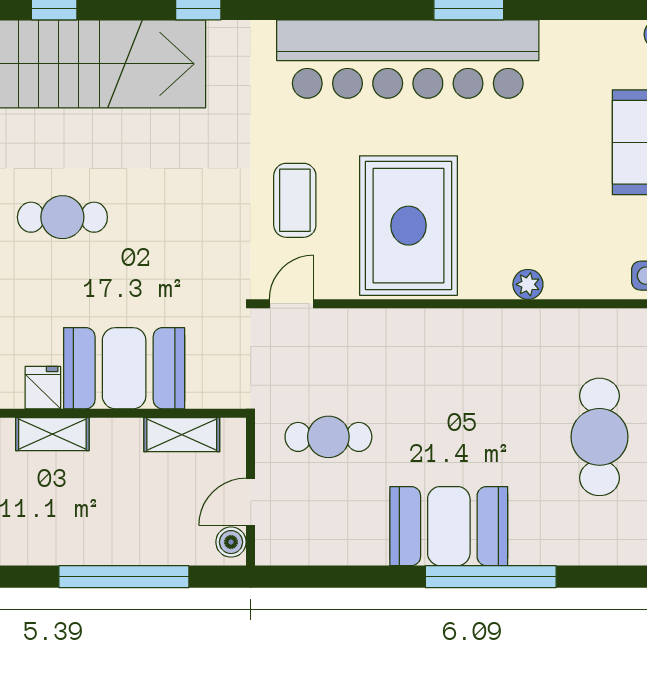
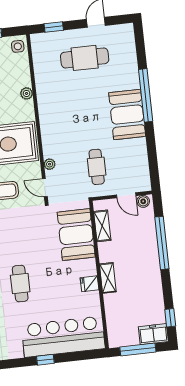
plant: (348, 322) -> (50, 164), added
booth: (124, 368) -> (76, 235), moved

